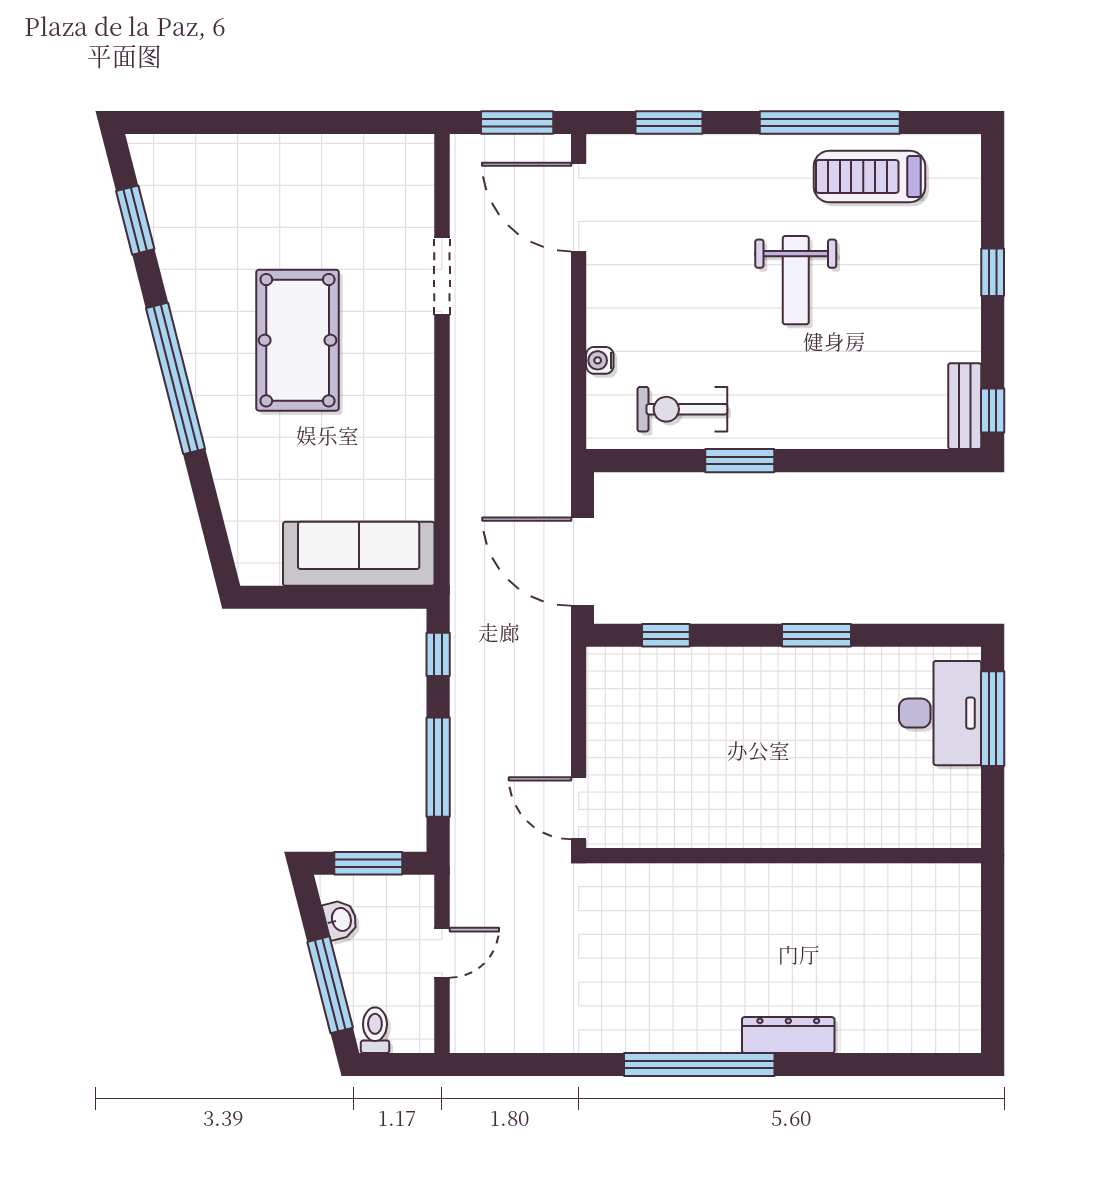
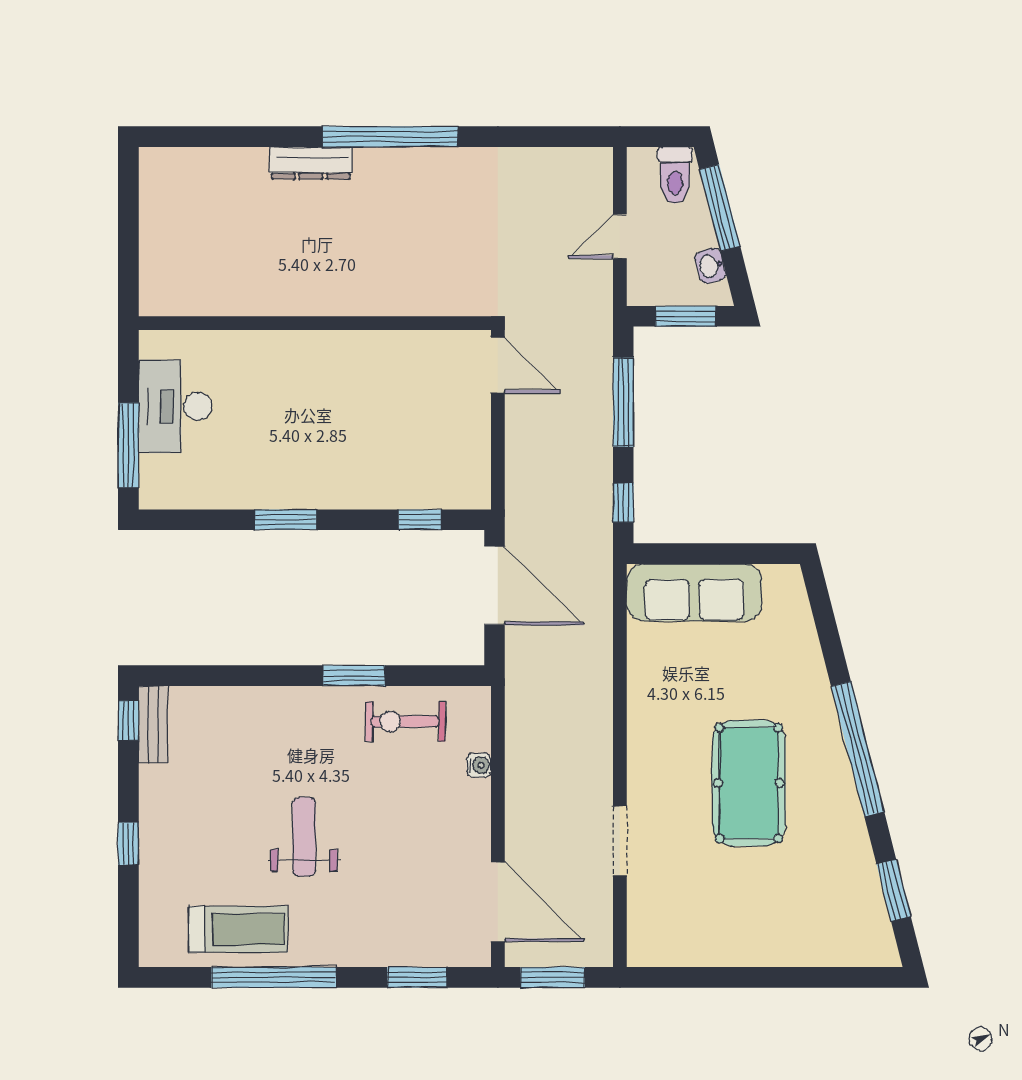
exercise bike: (682, 409) -> (405, 722), turned 180
desk: (940, 713) -> (175, 406), moved
toilet: (375, 1030) -> (675, 175), width x1.37, depth x1.39

